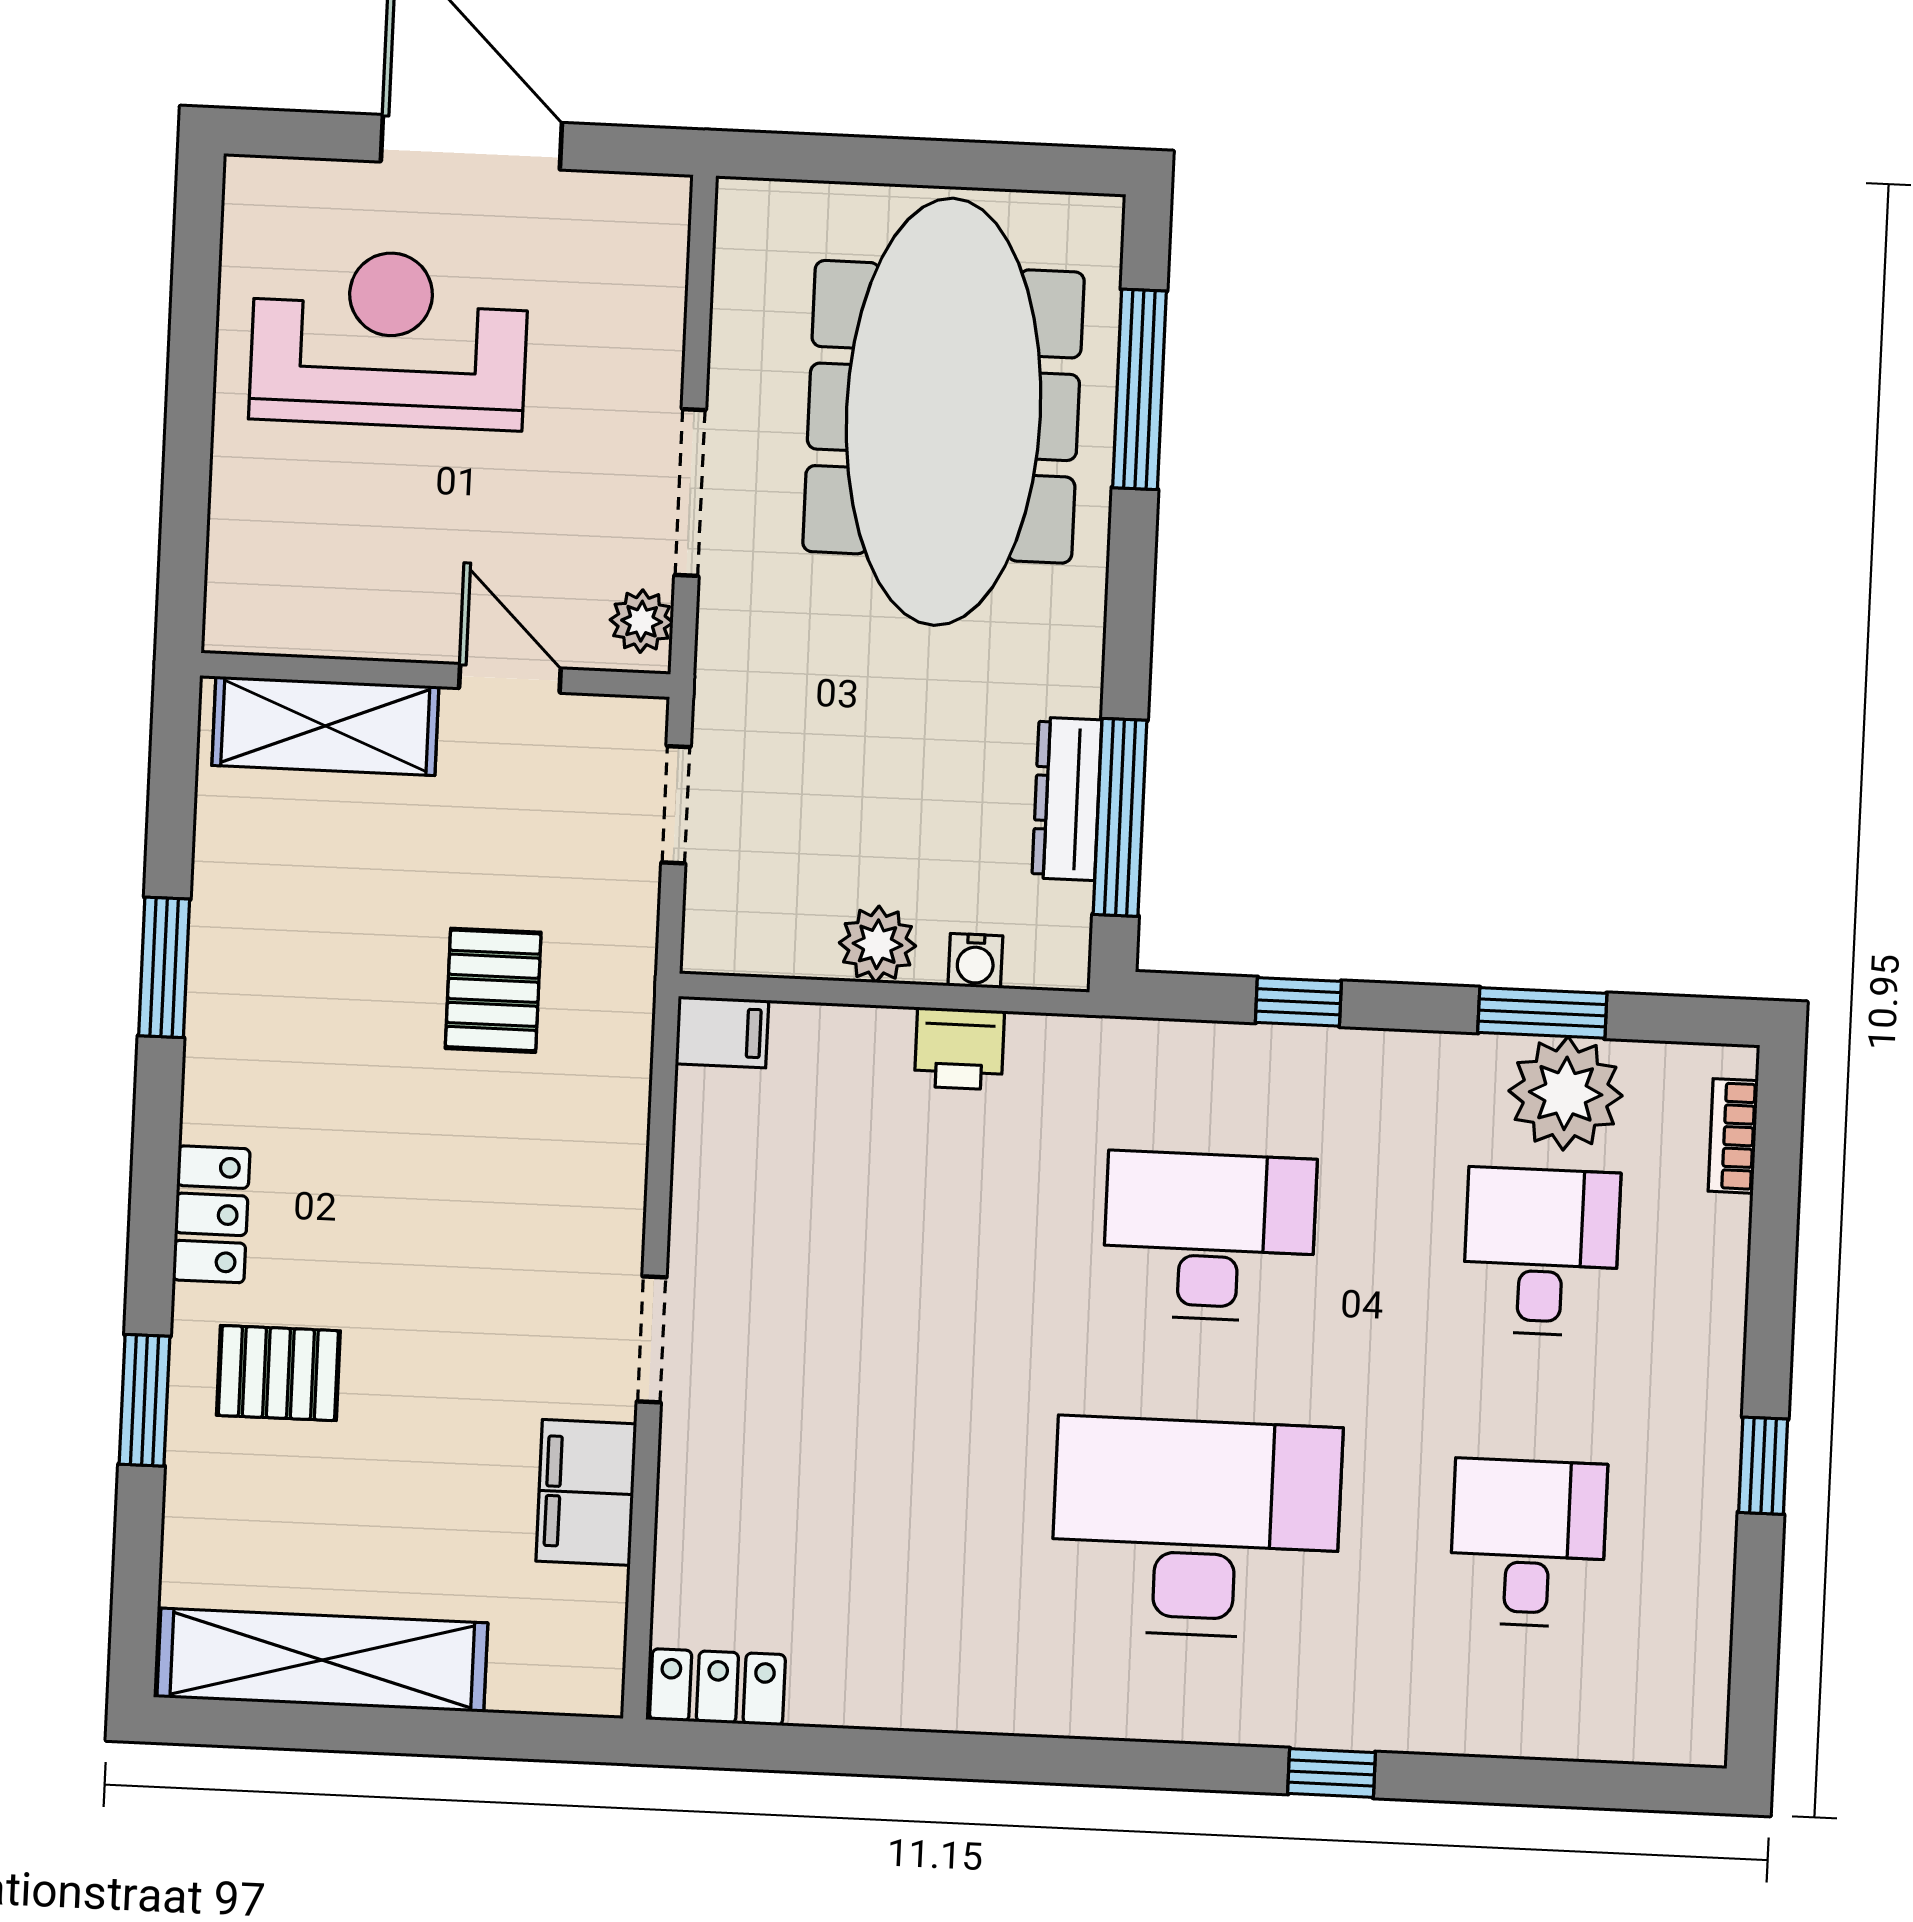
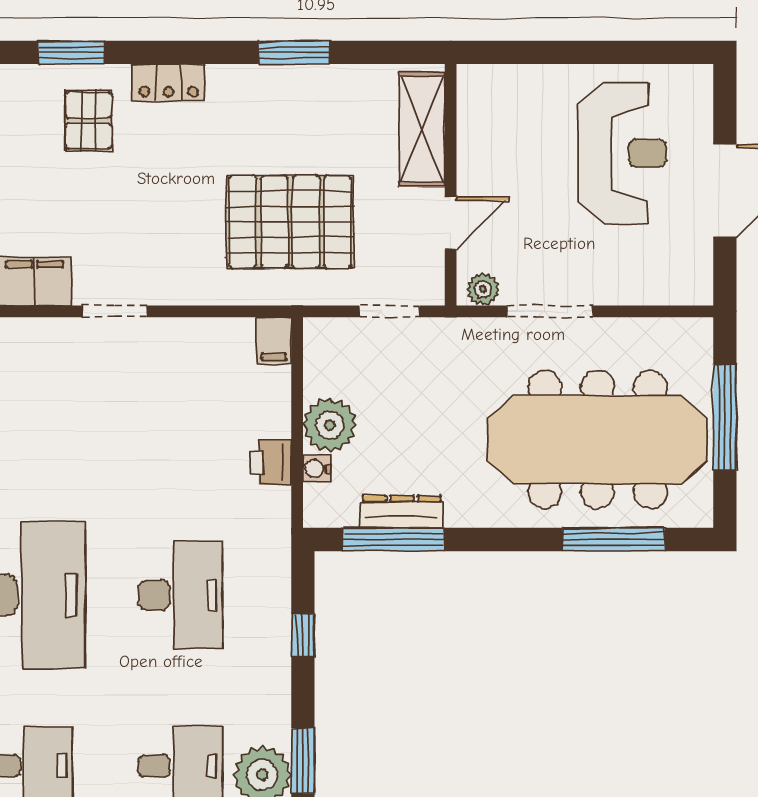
window: (911, 162) -> (725, 417), added
plant: (877, 944) -> (330, 425), width x1.36, depth x1.36
pallet: (493, 990) -> (290, 222), width x2.05, depth x2.00

